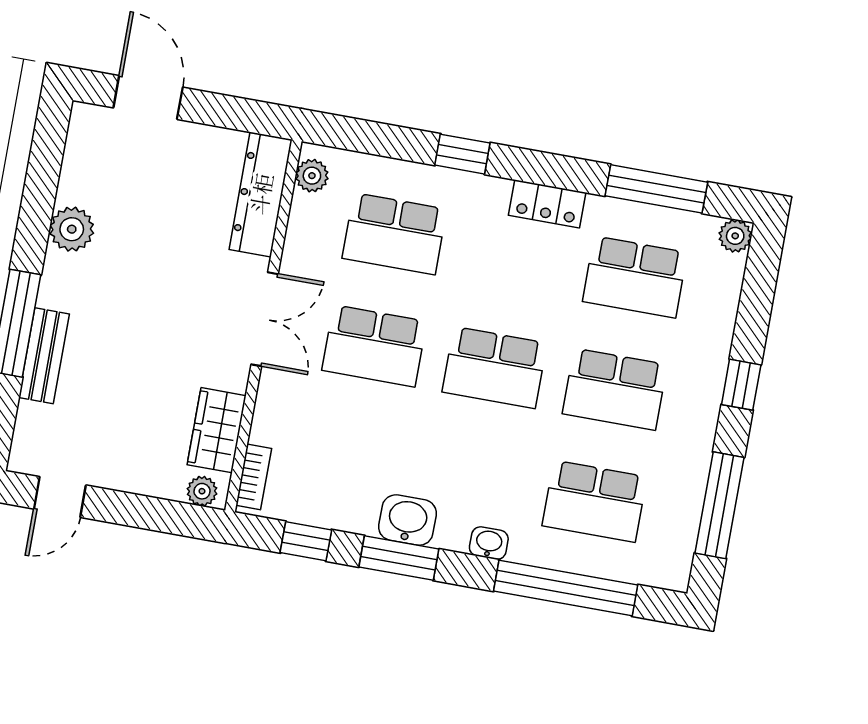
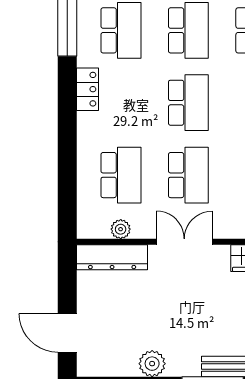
door: (148, 97) -> (67, 333), hinge flipped
window: (462, 154) -> (67, 144), removed
plant: (312, 176) -> (121, 229), moved

